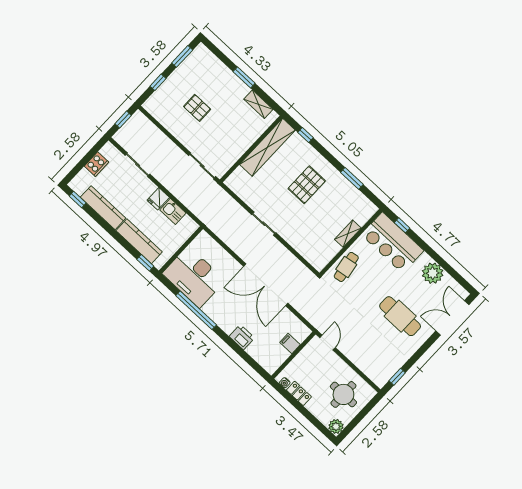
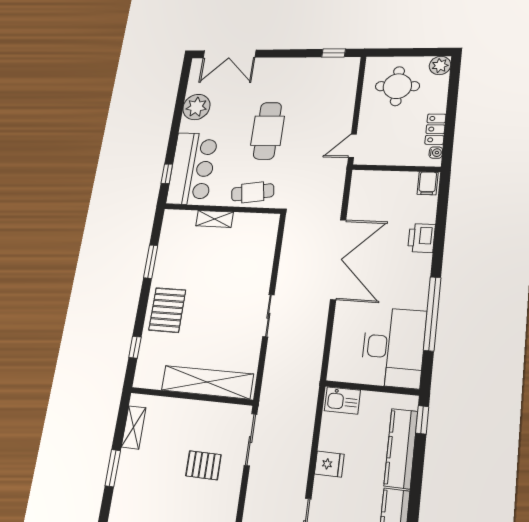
pallet: (197, 108) -> (203, 465), moved, turned 90
shelving: (267, 147) -> (207, 382), moved
pallet: (307, 185) -> (167, 310), moved, turned 90
kitchen sink: (173, 211) -> (342, 400), moved, turned 90
cafe table: (400, 316) -> (267, 131), moved
filing cabinet: (290, 344) -> (428, 183), moved

